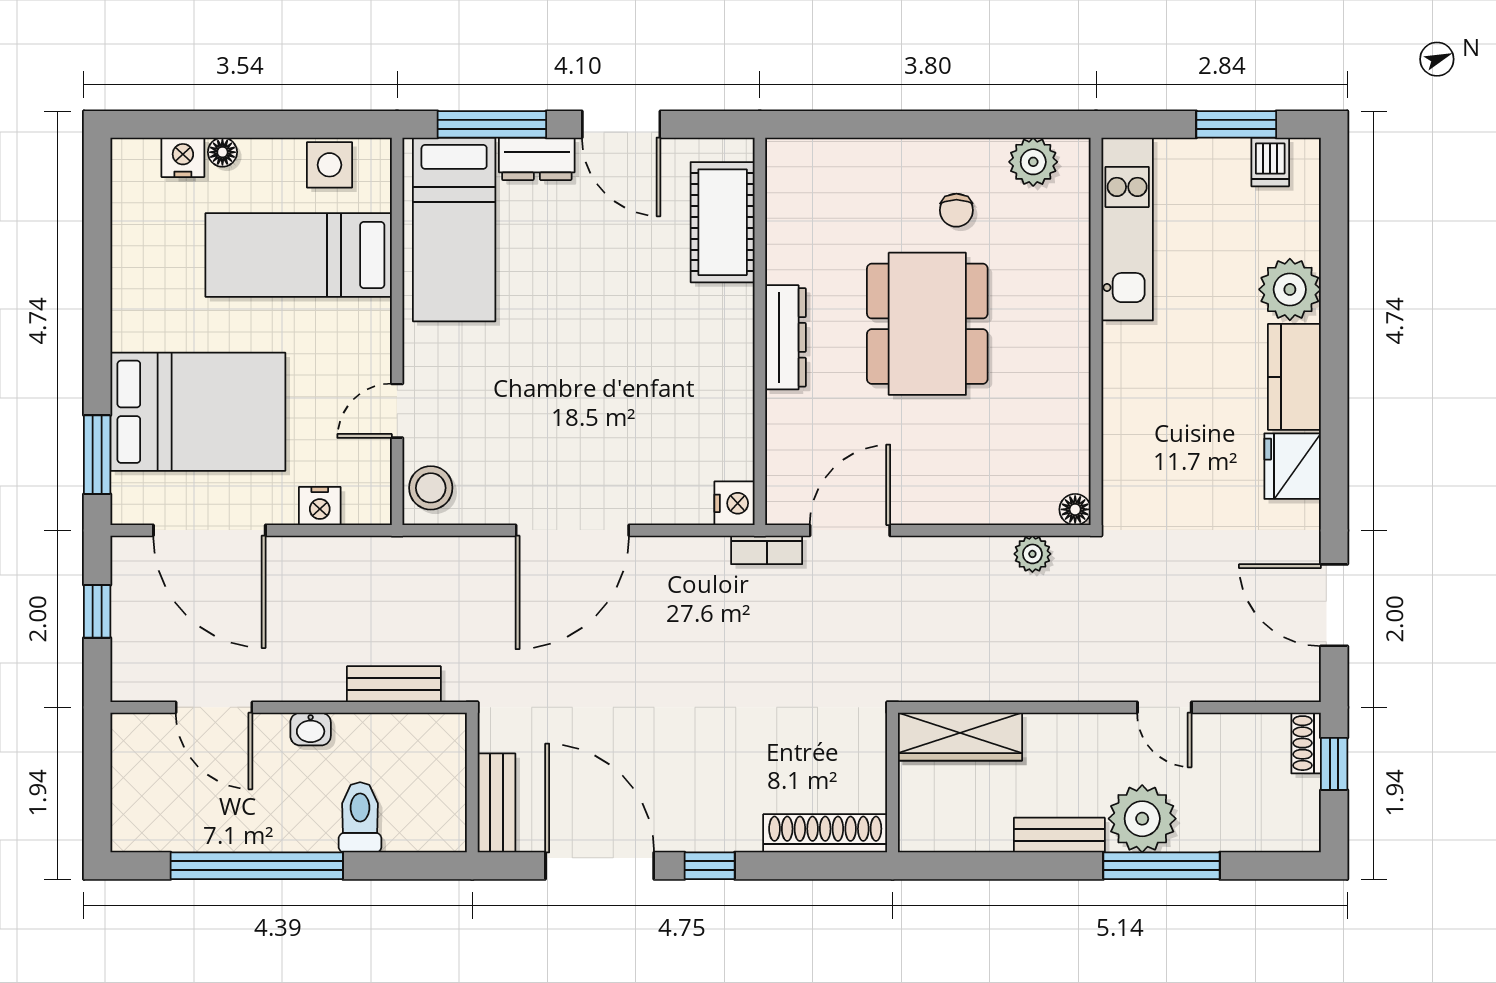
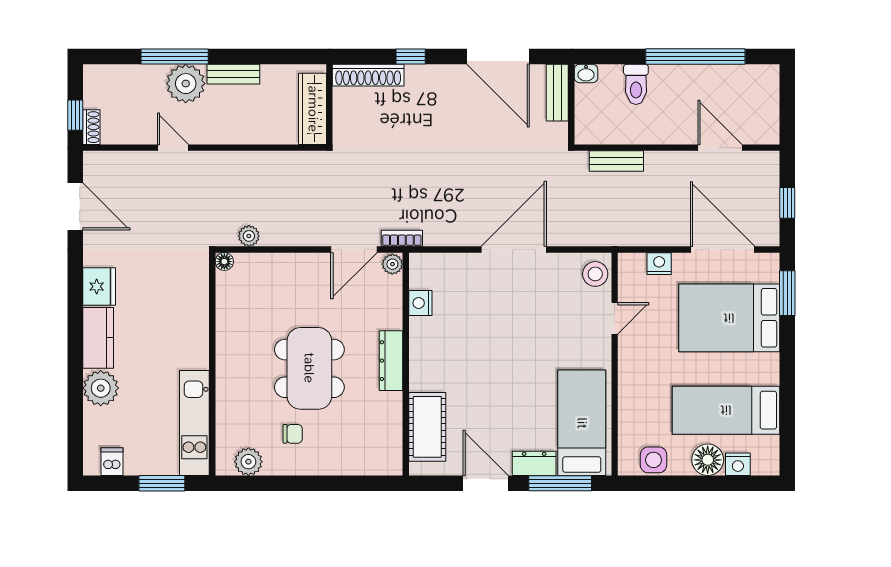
window: (1236, 124) -> (162, 483), moved
floor lamp: (222, 152) -> (708, 460), width x1.89, depth x1.89
chair: (956, 210) -> (293, 434), turned 90
bed: (299, 255) -> (726, 410), moved, turned 180
nightstand: (734, 503) -> (420, 303), moved
plant: (783, 505) -> (392, 264), added
washbasin: (311, 729) -> (586, 74), moved, turned 180
wardrobe: (960, 737) -> (313, 109), moved, turned -90
window: (710, 866) -> (411, 56), moved

